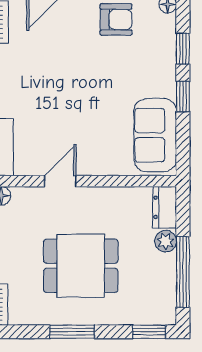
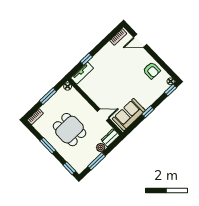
window: (183, 49) -> (171, 90), moved
door: (60, 181) -> (103, 115), moved
window: (183, 272) -> (97, 161), width x0.69

